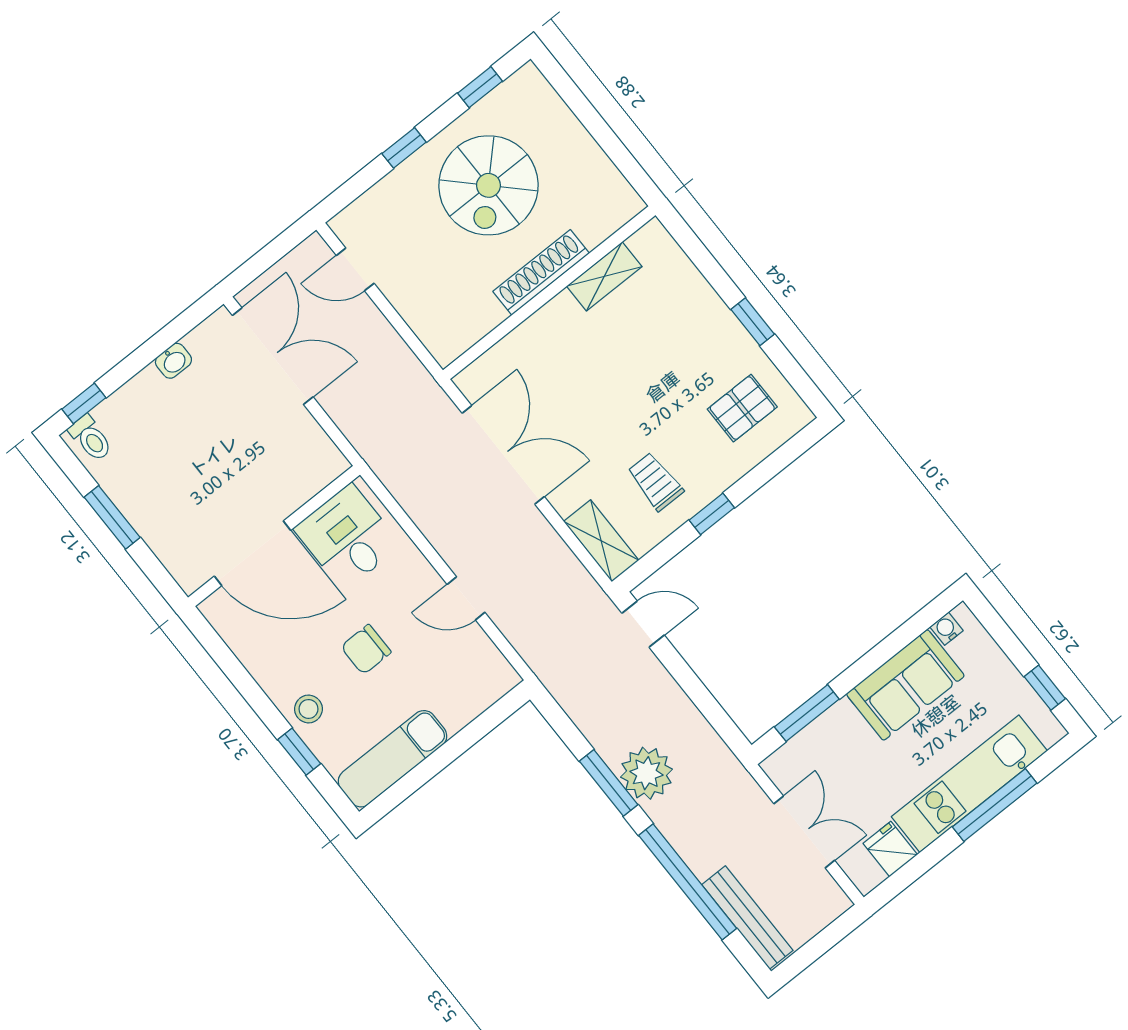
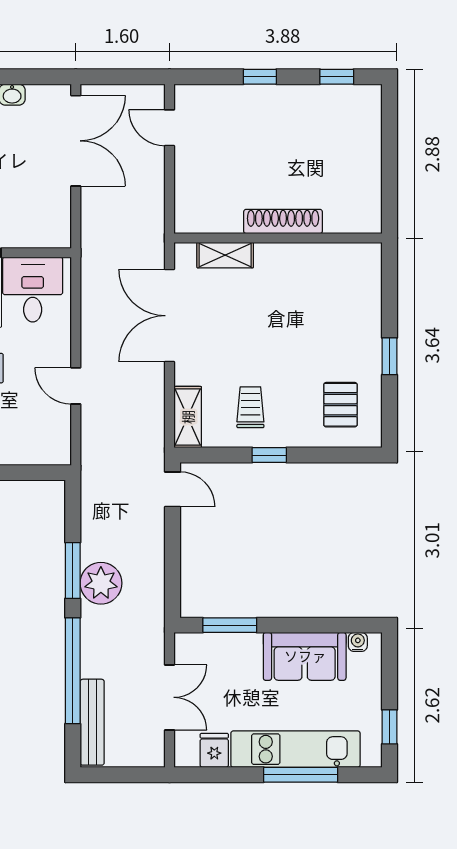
spiral stairs: (488, 185) -> (293, 142), removed
shelving: (604, 276) -> (225, 255), moved
pallet: (742, 408) -> (340, 405), turned 90
double door: (503, 455) -> (170, 316), swing flipped

